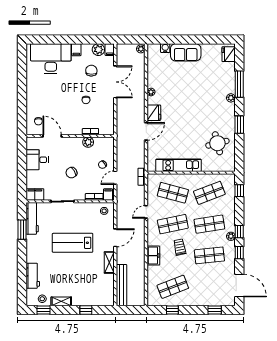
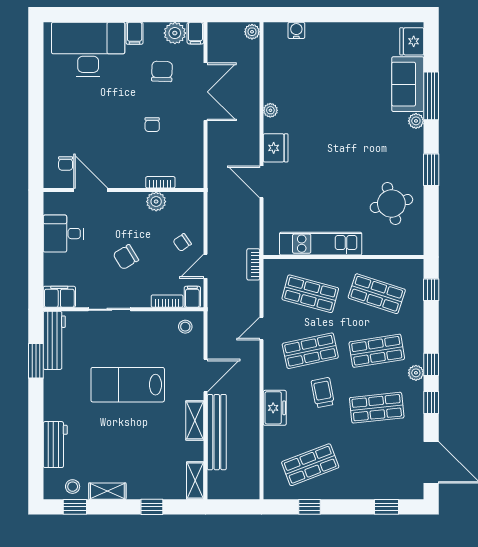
sofa: (186, 52) -> (408, 84), moved, turned 90
door: (146, 131) -> (261, 182), swing flipped
shop shelf: (209, 193) -> (377, 294), turned 39
bench: (121, 285) -> (217, 432), moved
shelving: (110, 295) -> (195, 481), added

